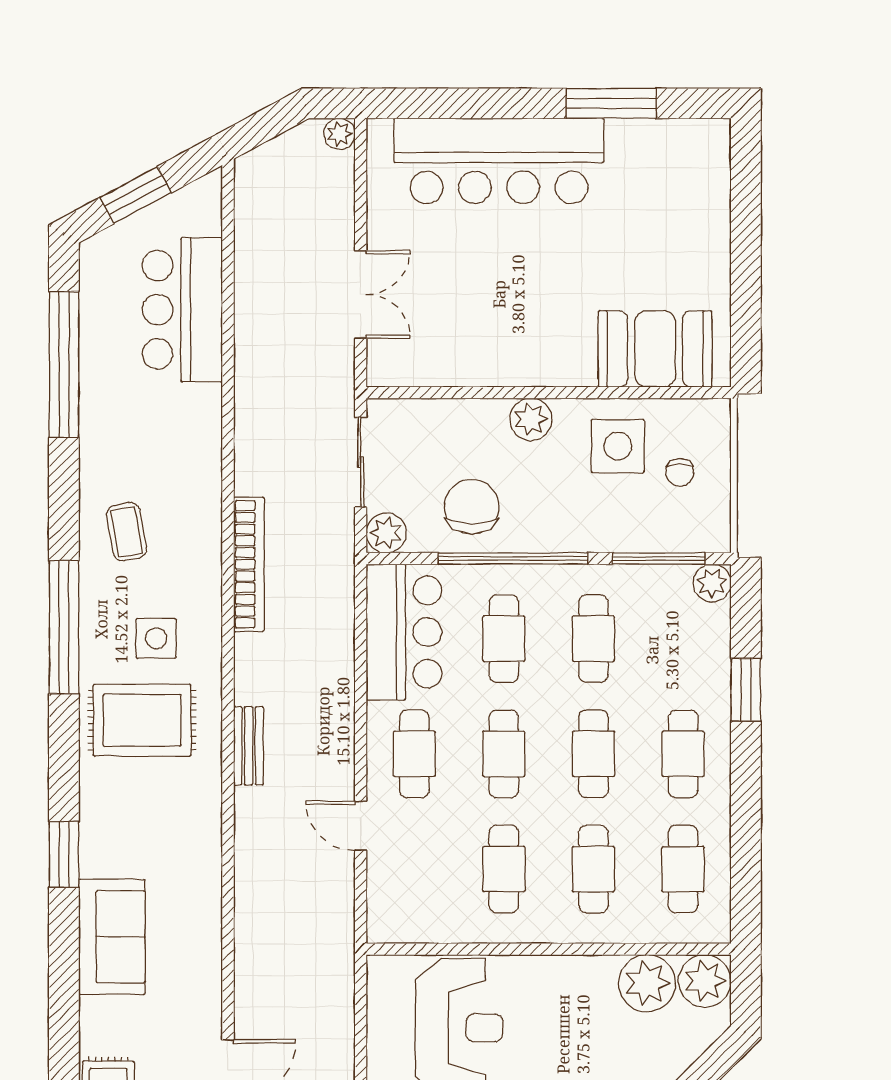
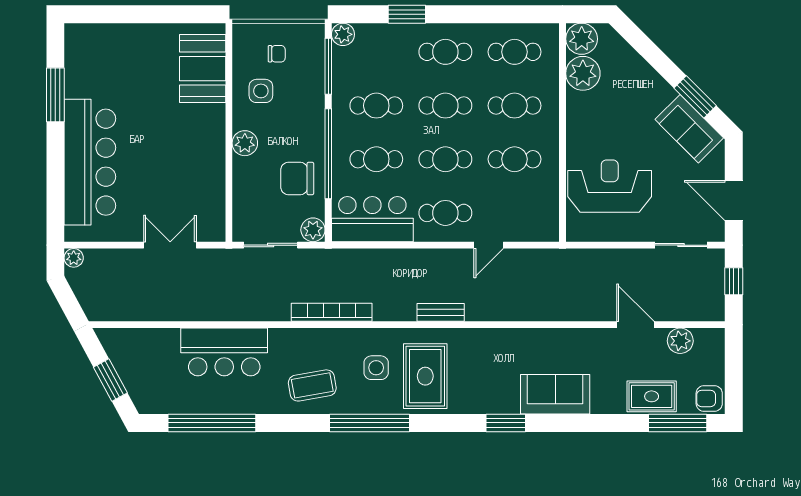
bar counter: (182, 310) -> (224, 352), moved
side table: (618, 446) -> (261, 91), width x0.73, depth x0.73
coffee table: (127, 532) -> (312, 385), width x1.36, depth x1.30

